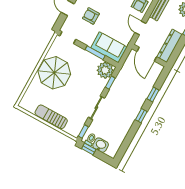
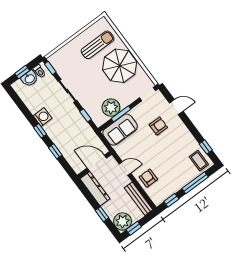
plant: (105, 70) -> (111, 108), moved
sun lounger: (51, 117) -> (97, 45), moved
washing machine: (128, 119) -> (43, 117), added
window: (89, 149) -> (22, 72), moved

